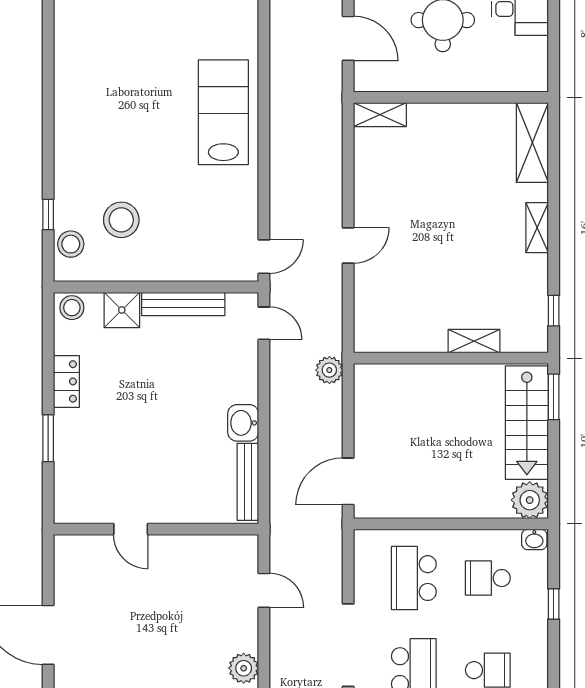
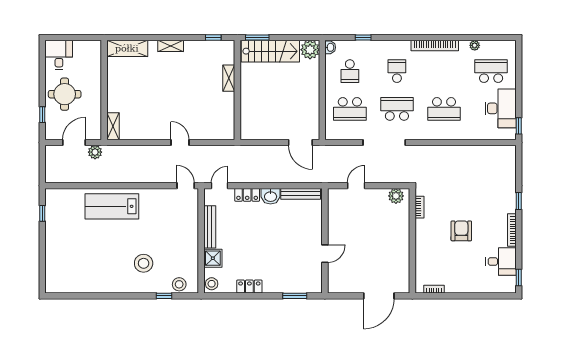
stool: (121, 220) -> (144, 263), moved
plant: (329, 370) -> (95, 152), moved
locker: (246, 377) -> (247, 195), added
window: (48, 438) -> (295, 296), moved

